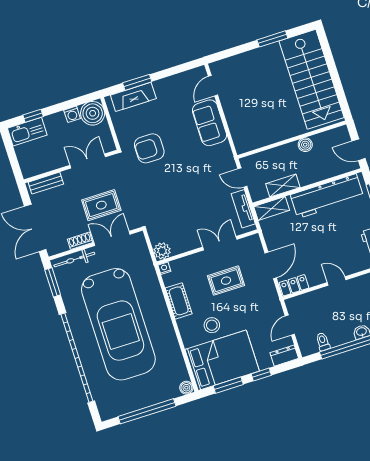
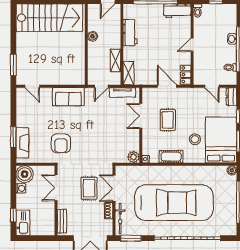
window: (272, 39) -> (13, 65), moved
sofa: (209, 123) -> (68, 97), moved
workbench: (327, 196) -> (130, 33), width x0.53, depth x0.76

